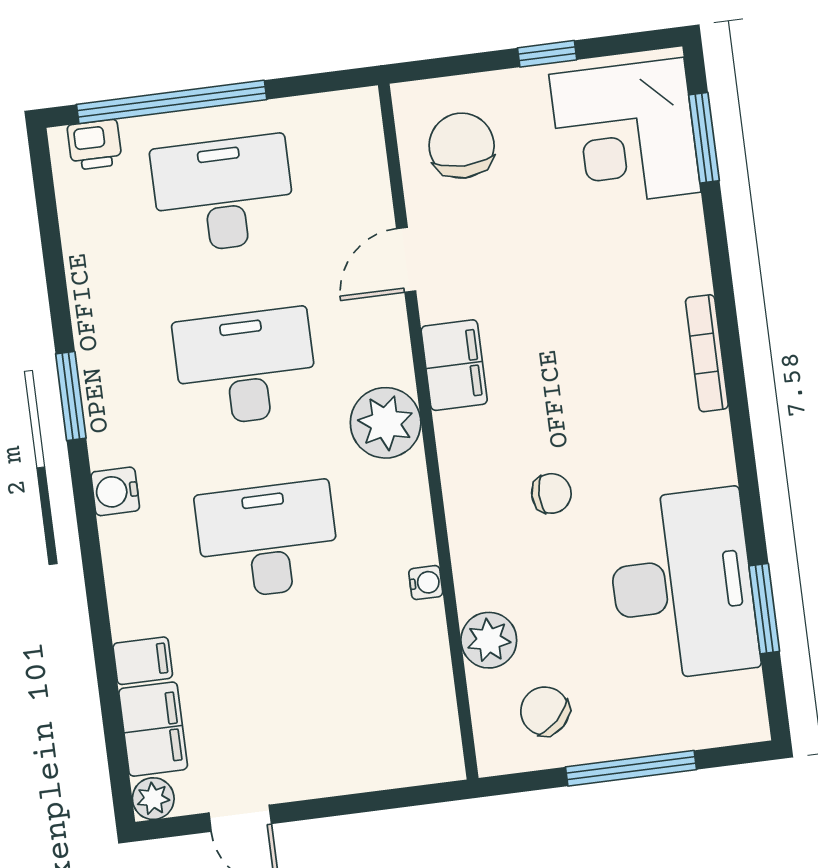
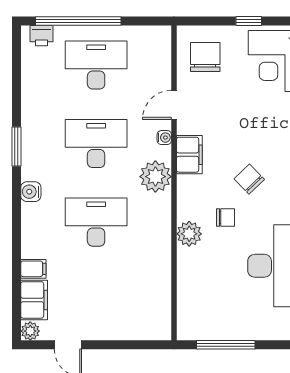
water cooler: (426, 583) -> (164, 138), moved
plant: (489, 640) -> (189, 234), moved
chair: (545, 711) -> (249, 179), moved
window: (631, 768) -> (226, 345), moved

